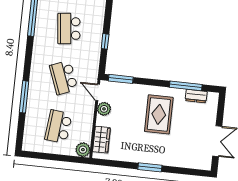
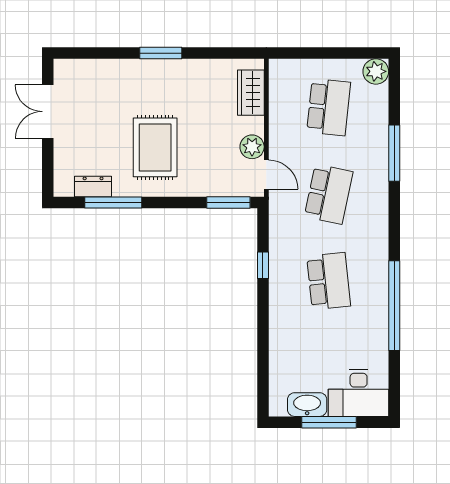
school desk: (64, 78) -> (329, 194), turned 33
plant: (83, 150) -> (376, 71), moved

